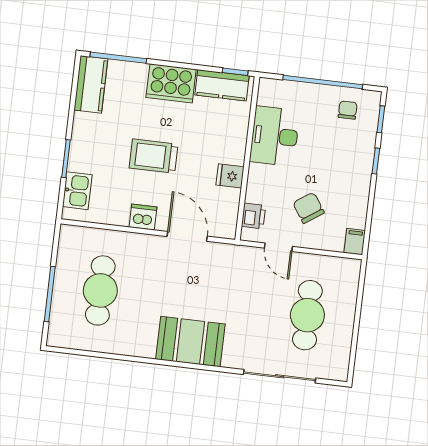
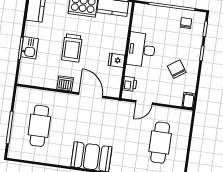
desk: (275, 136) -> (141, 50), moved
trolley: (154, 156) -> (72, 48), turned -90
kitchen sink: (77, 191) -> (30, 48), moved
chair: (309, 208) -> (177, 69), moved
door: (278, 247) -> (144, 103), hinge flipped

